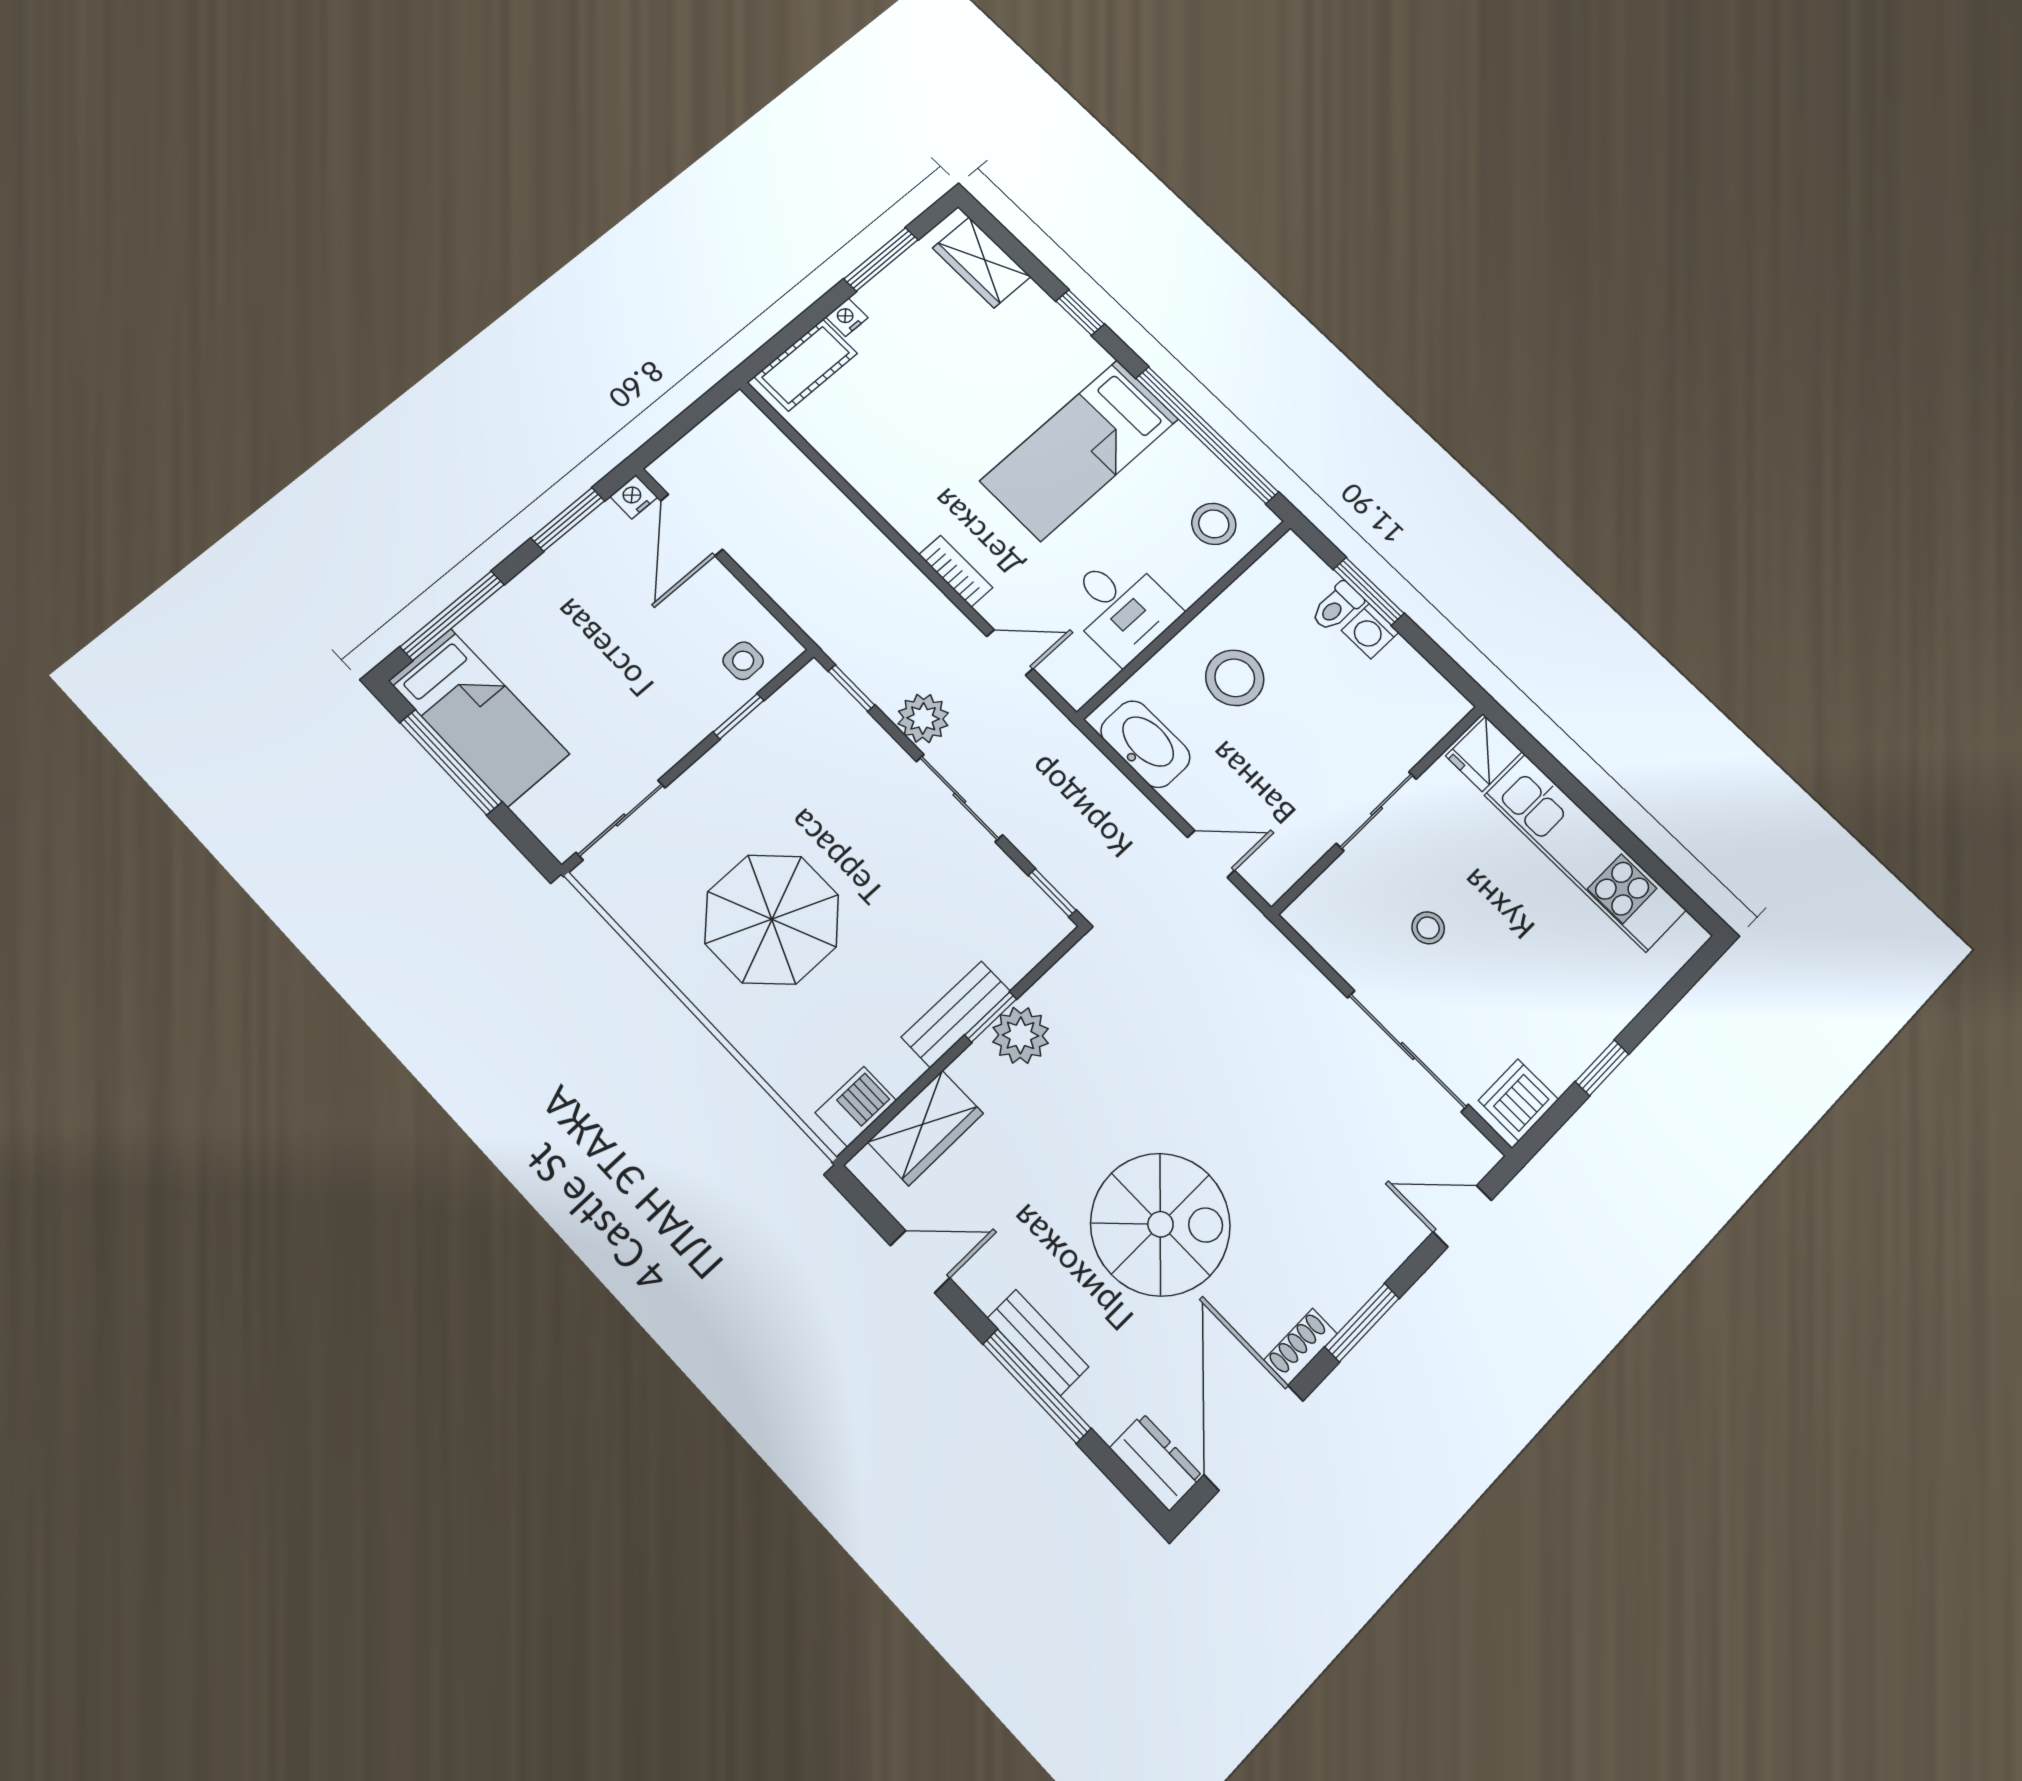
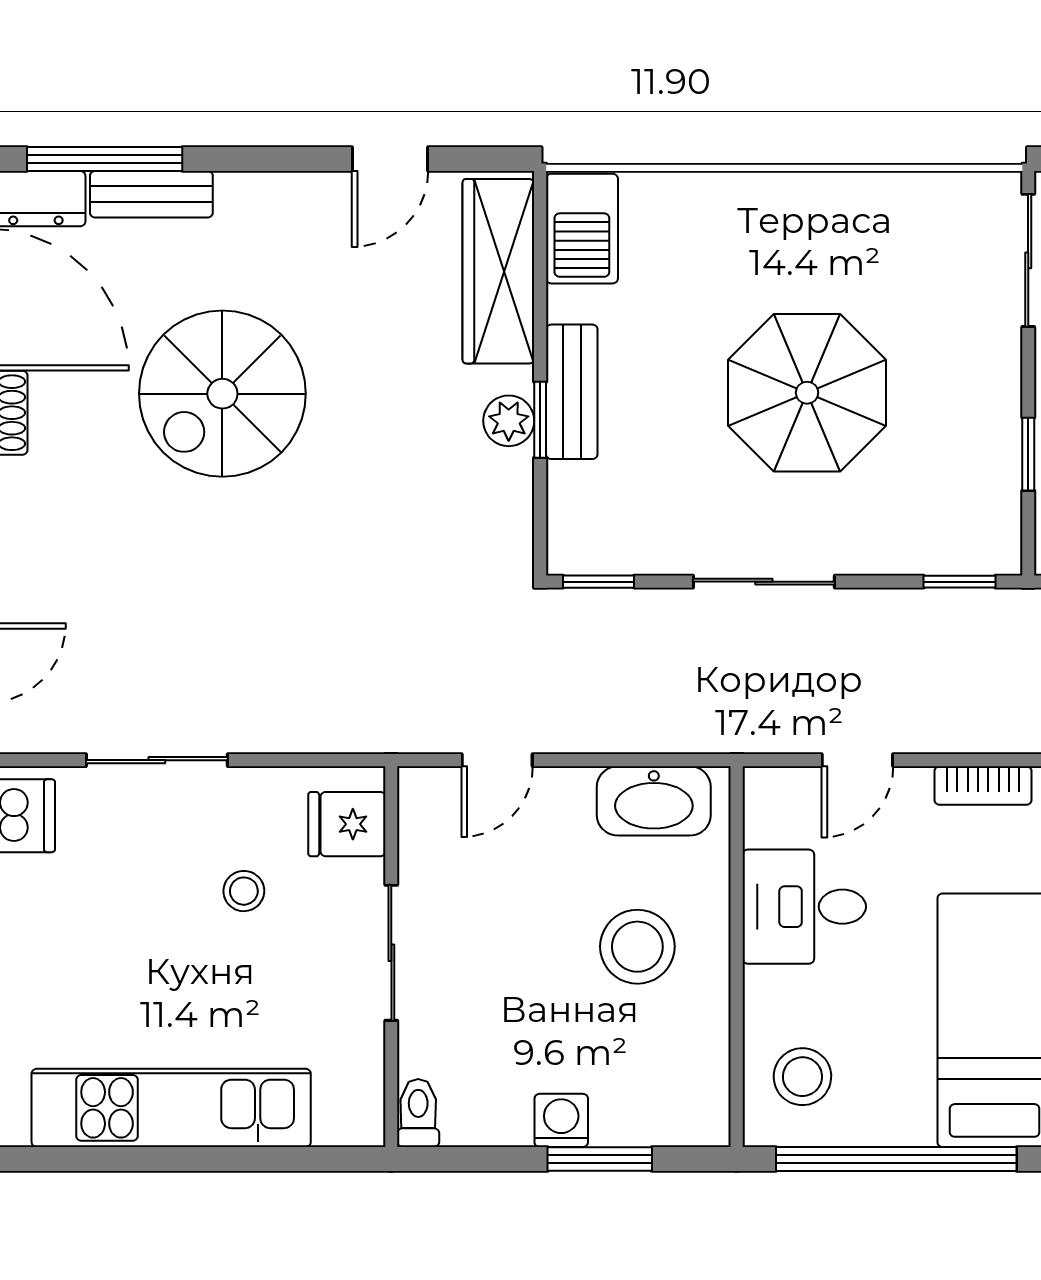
toilet: (1337, 607) -> (418, 1113), moved
plant: (923, 718) -> (869, 620), removed
fridge: (1484, 754) -> (347, 824), moved, turned -90
parasol: (772, 919) -> (807, 393), moved
plant: (1021, 1035) -> (509, 421), width x0.73, depth x0.73
sliding door: (1408, 1051) -> (157, 760), width x0.73
barbecue: (856, 1107) -> (582, 229), width x1.38, depth x1.27
wardrobe: (926, 1128) -> (498, 271), width x1.50
bench: (1038, 1342) -> (151, 194), moved
window: (1037, 1386) -> (105, 159), moved

